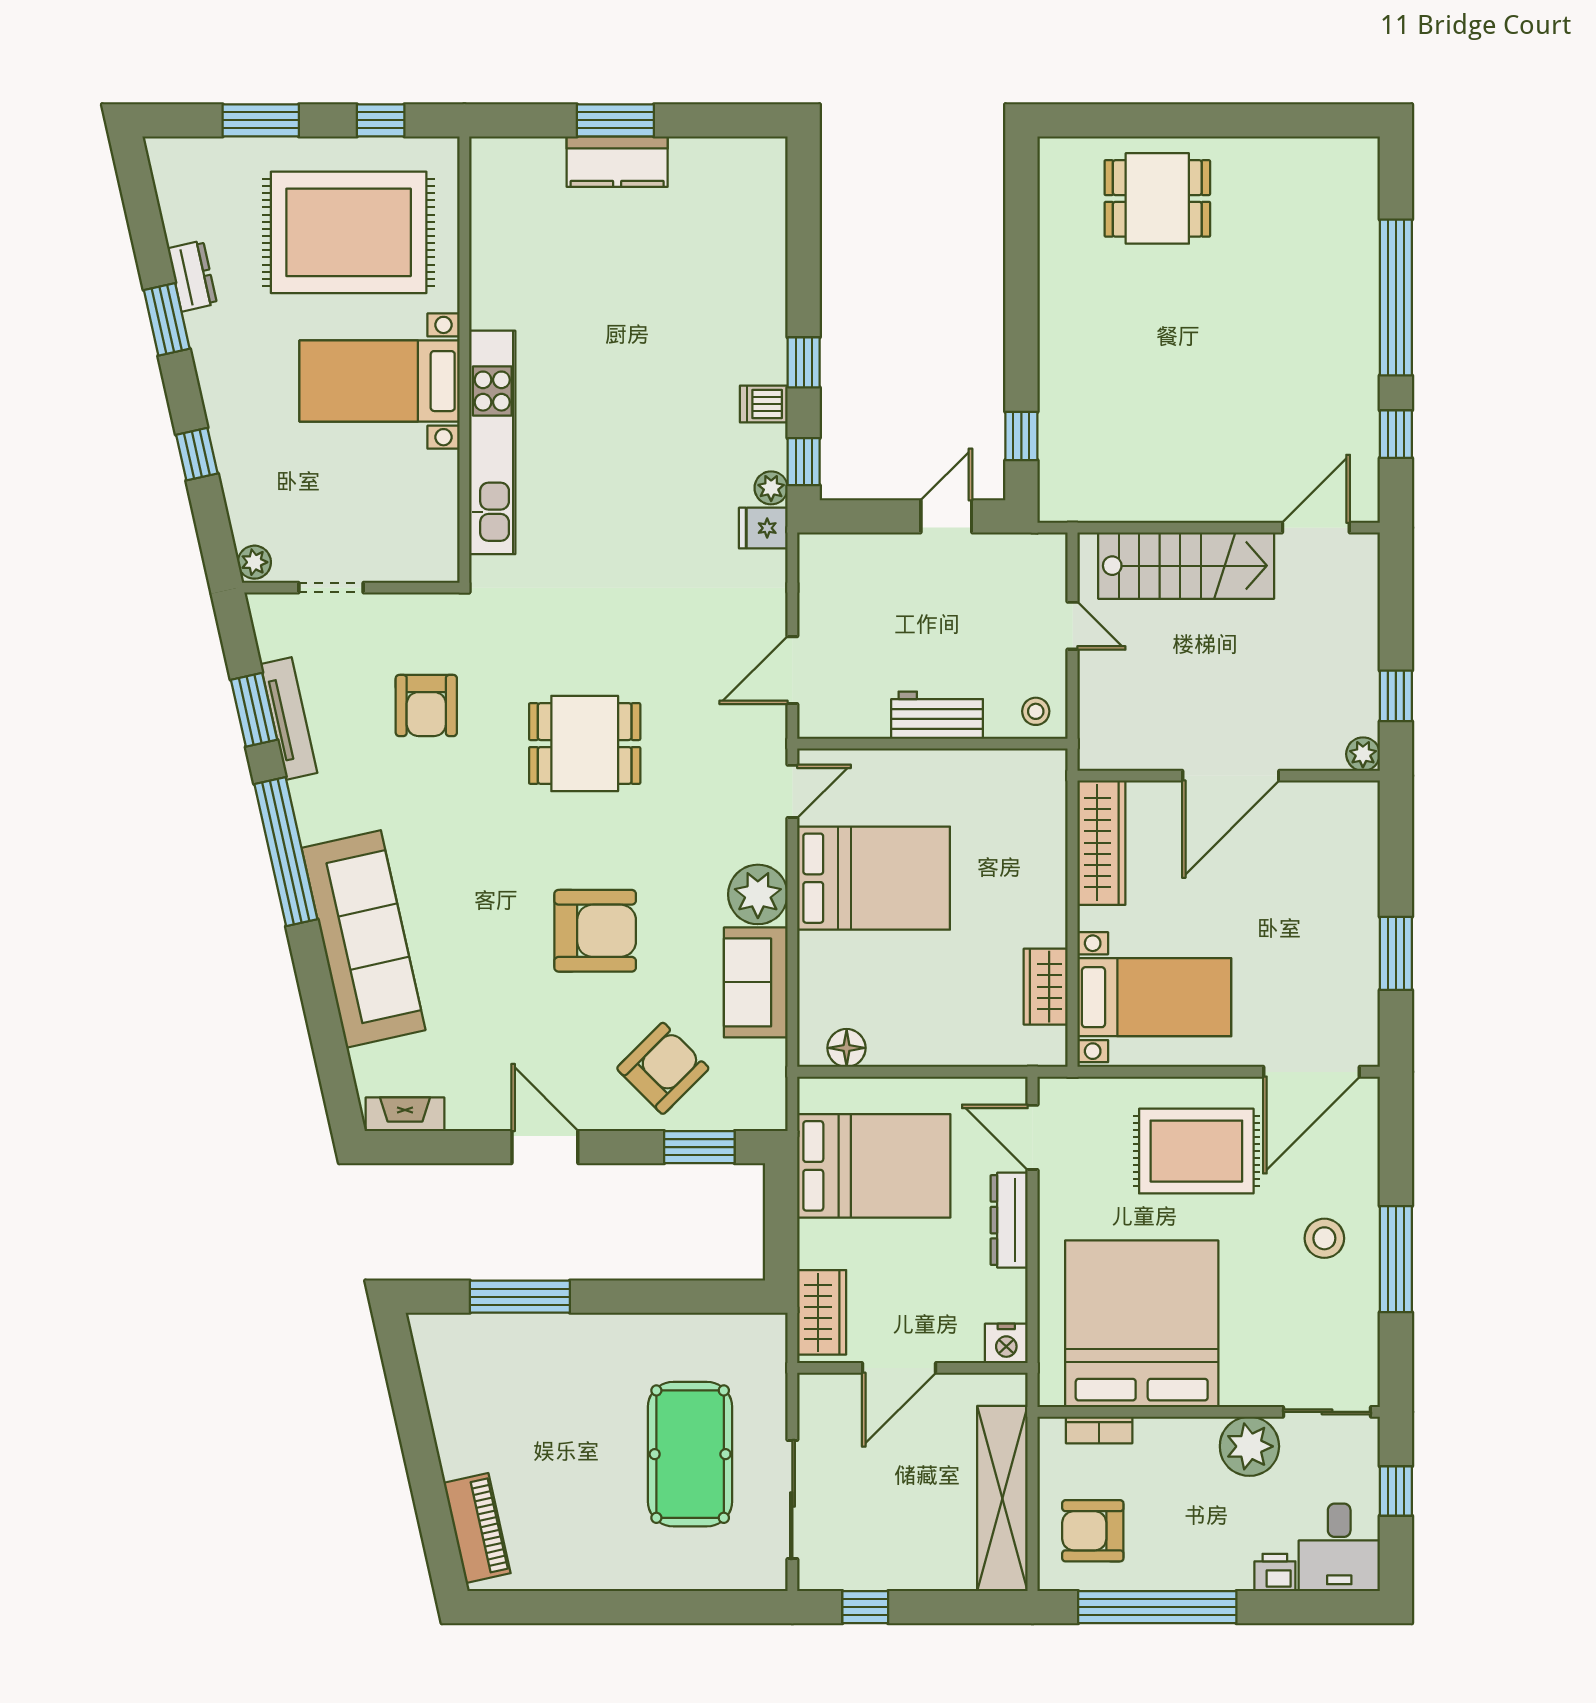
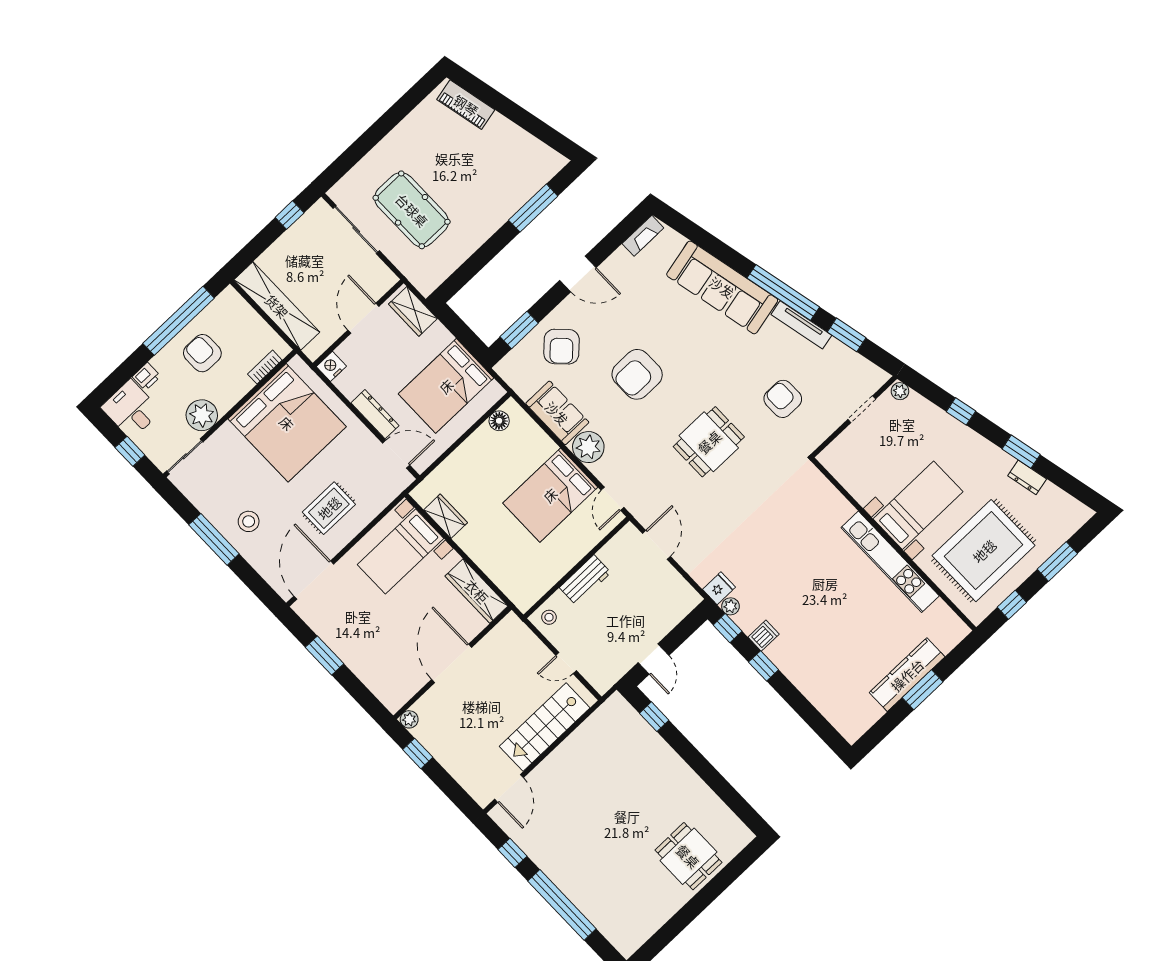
kitchen counter: (617, 162) -> (907, 675), width x1.50
dining table: (1157, 198) -> (688, 856), turned 90
kitchen unit: (492, 442) -> (890, 562), moved
tv unit: (289, 718) -> (801, 325), moved
rug: (1196, 1151) -> (329, 508), width x0.73, depth x0.70
armchair: (1093, 1531) -> (202, 353), moved, turned -90

